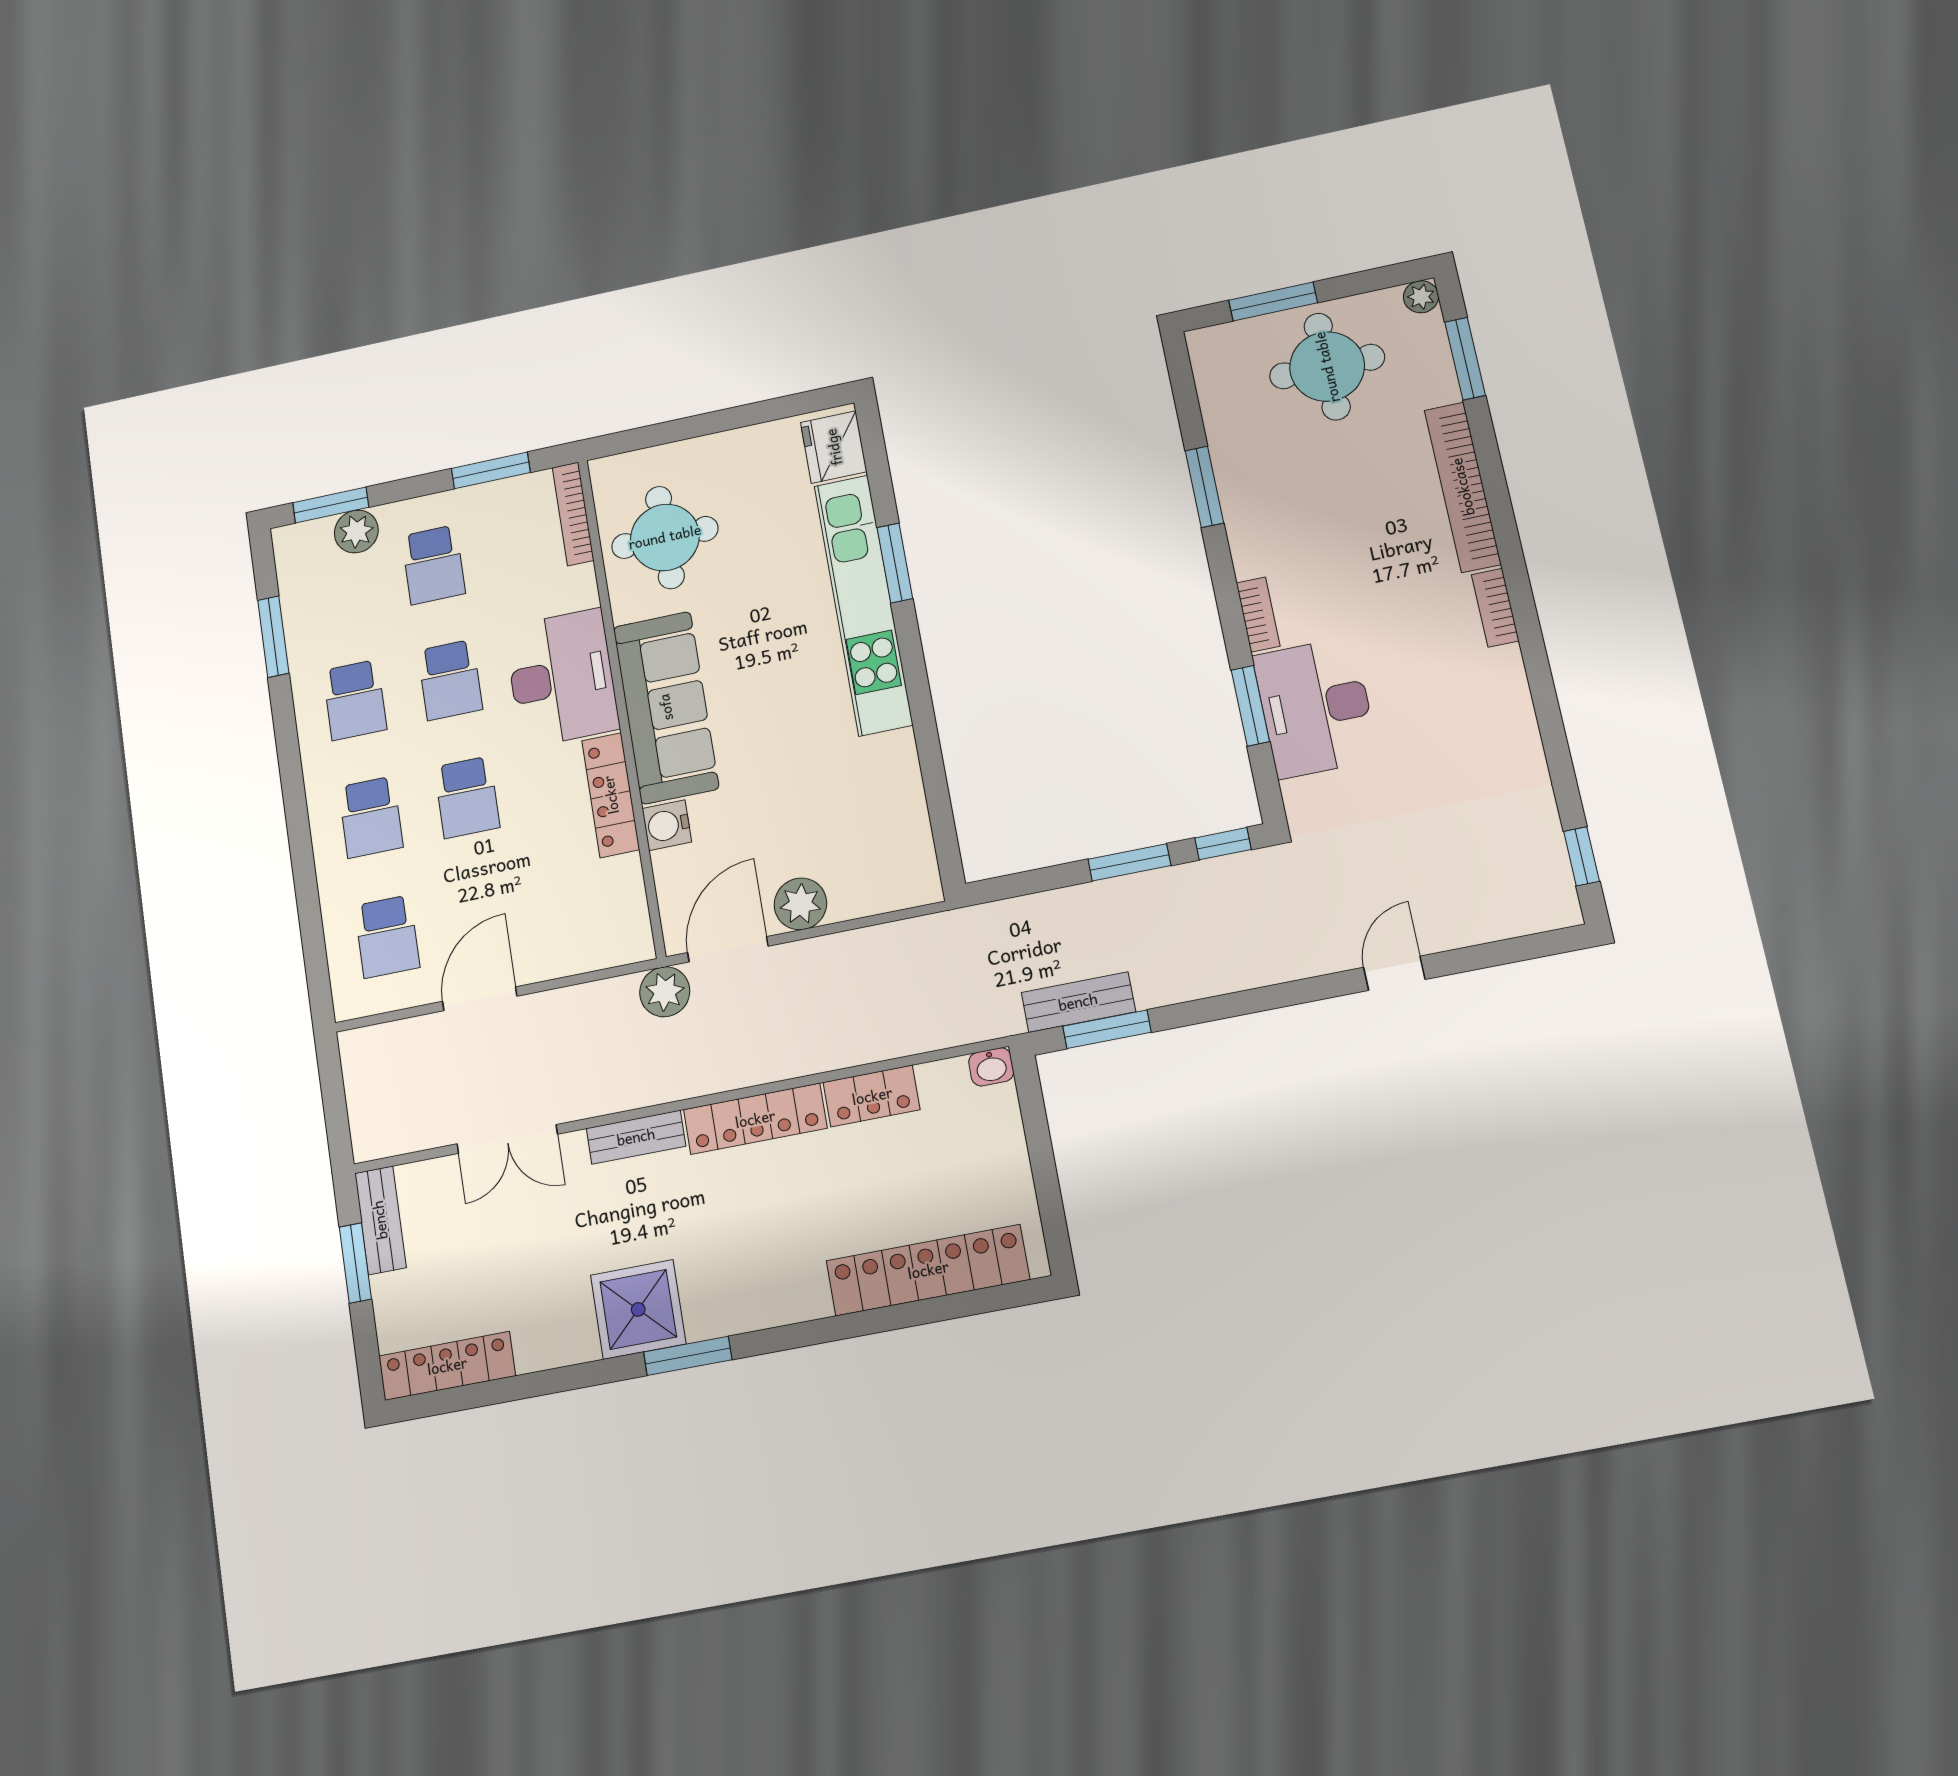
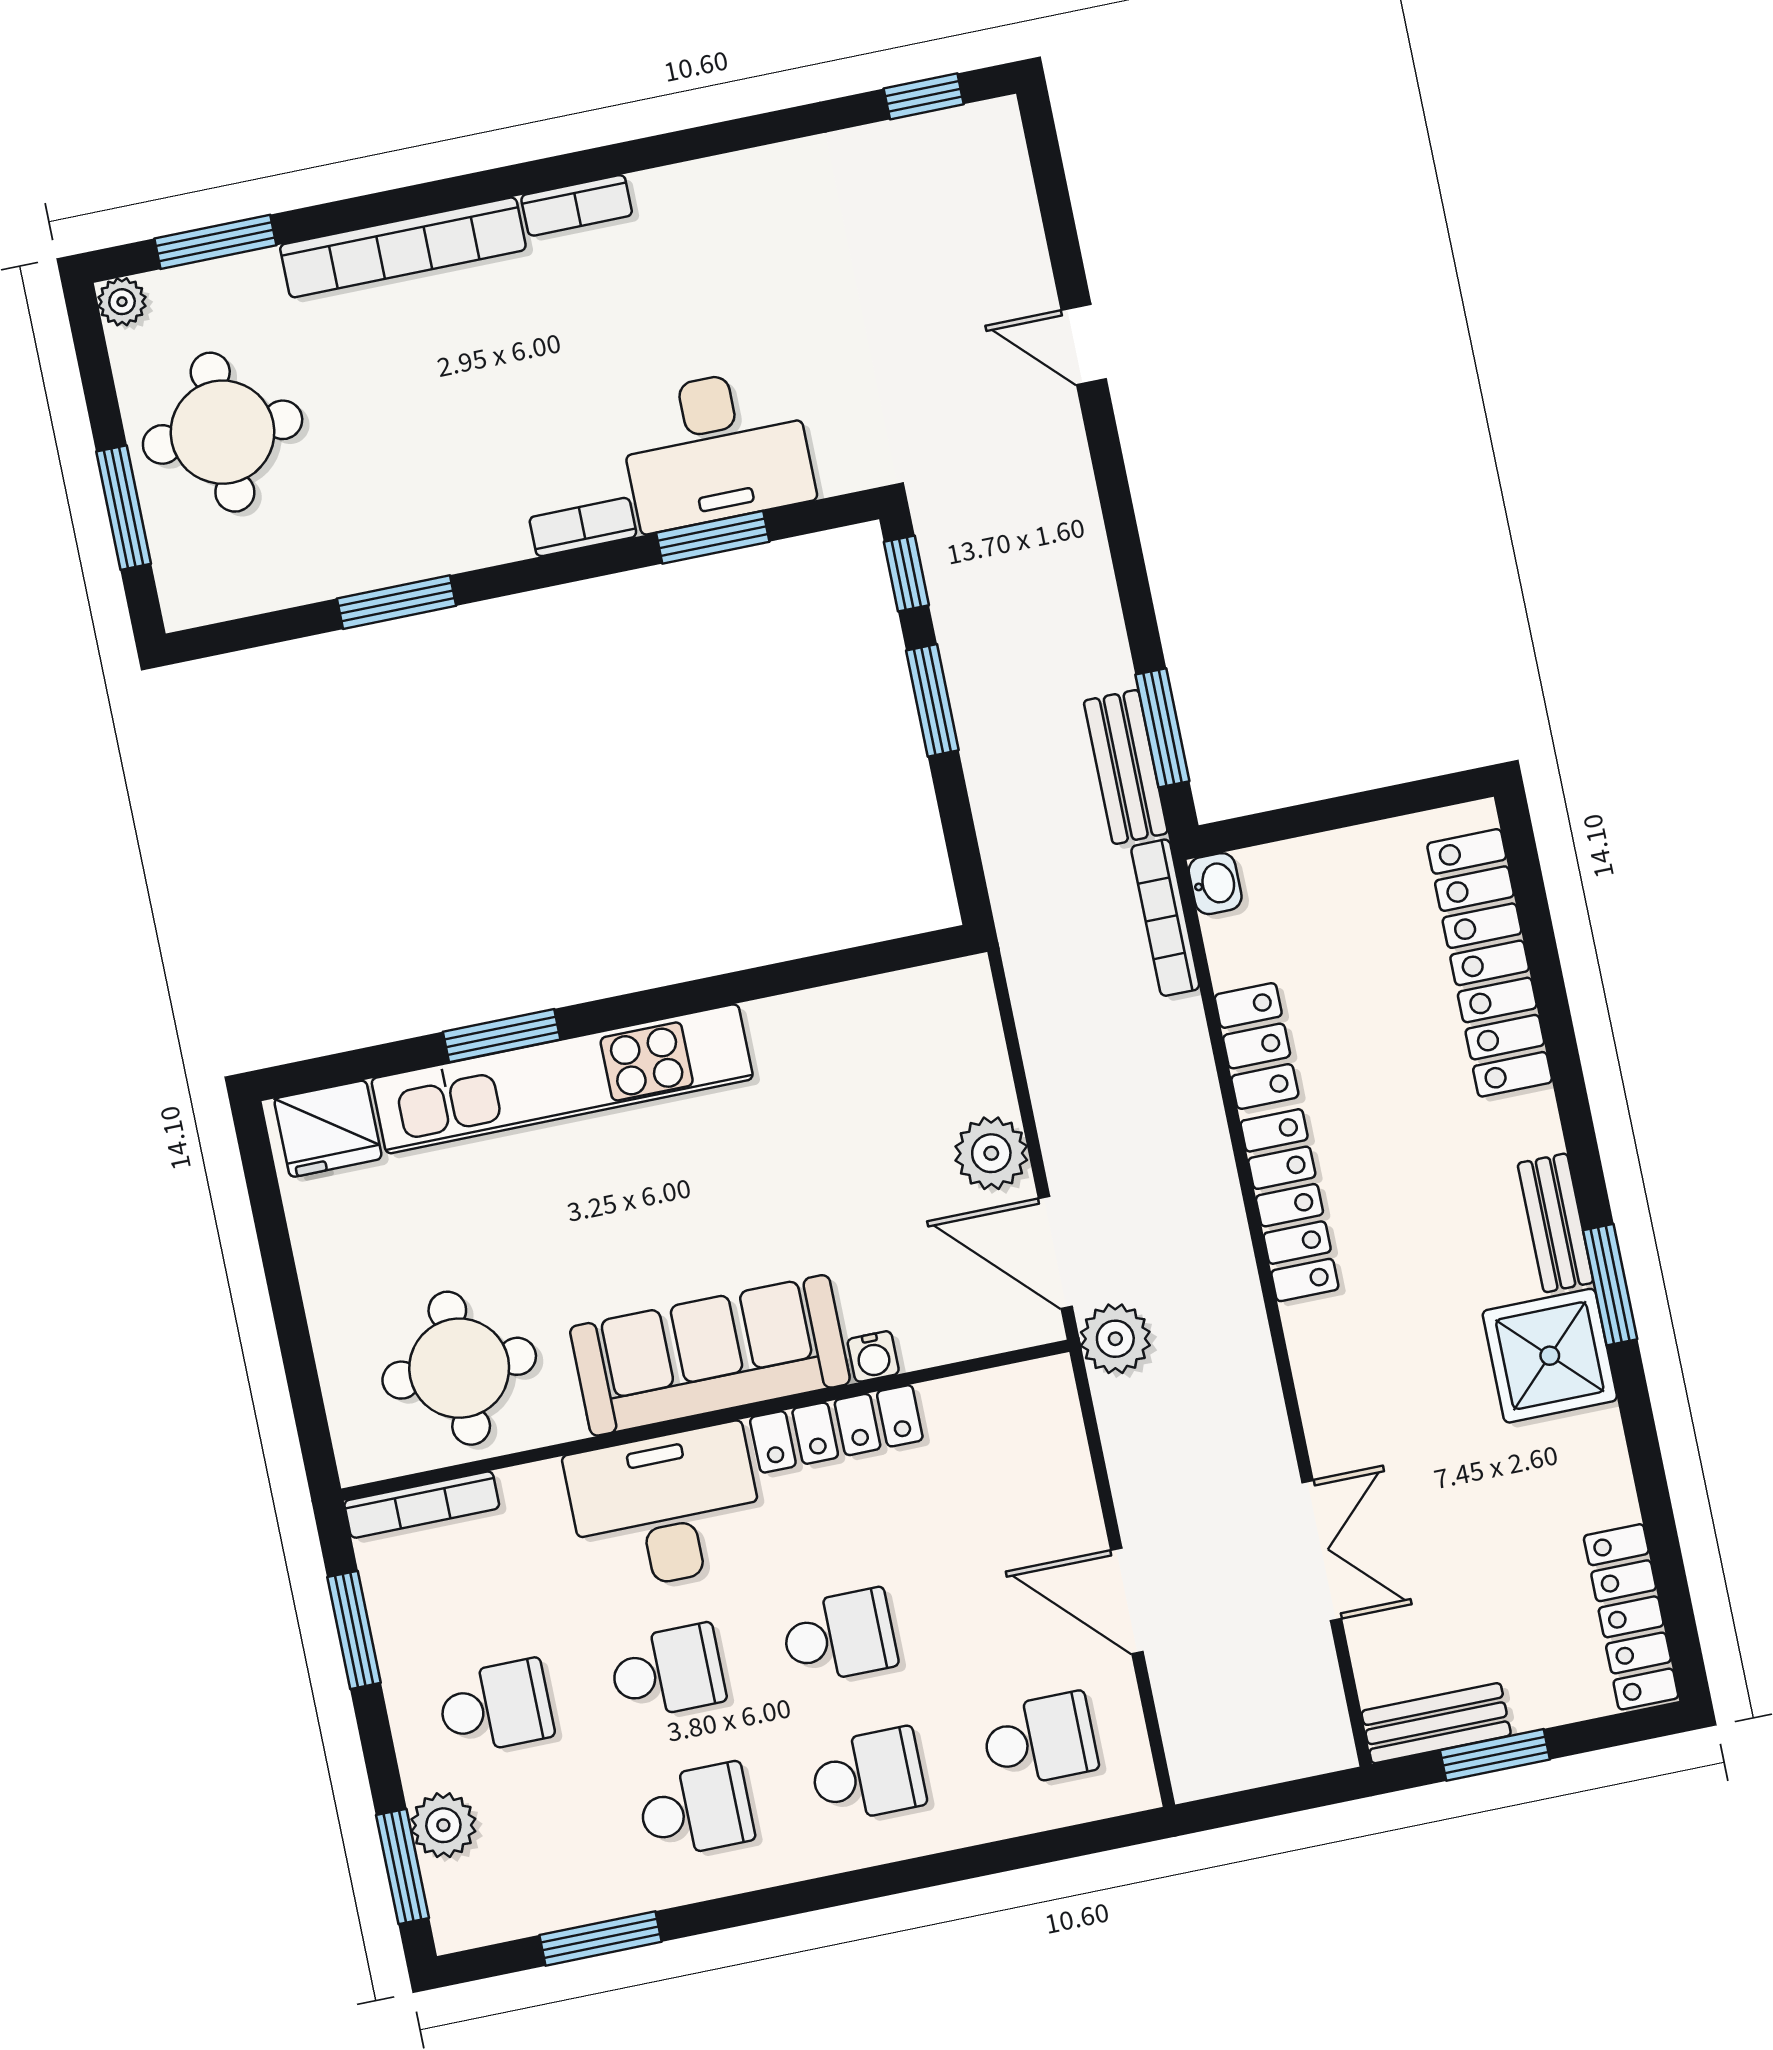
water cooler: (667, 825) -> (873, 1356), width x0.72, depth x0.72
bookcase: (967, 1030) -> (1165, 918), added
bench: (636, 1137) -> (1556, 1223), moved

